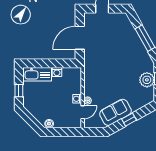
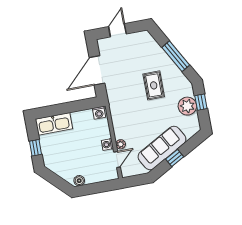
rug: (123, 58) -> (154, 85), added
washing machine: (57, 72) -> (99, 113), moved
sofa: (116, 112) -> (162, 148), width x1.36

